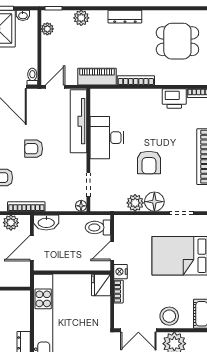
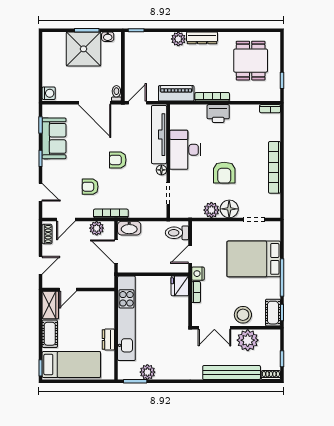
plant: (81, 18) -> (178, 39), moved
plant: (47, 29) -> (130, 49), removed
dining table: (177, 41) -> (251, 61), turned 90
printer: (174, 98) -> (218, 114), moved
floor lamp: (81, 206) -> (161, 170), moved
door: (32, 248) -> (116, 252), hinge flipped

